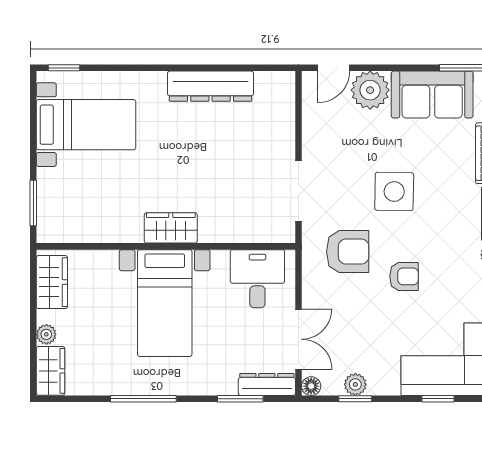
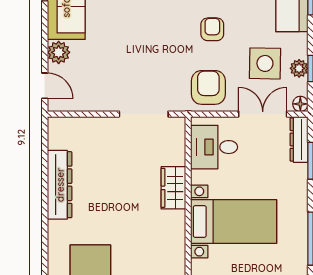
plant: (370, 90) -> (59, 52), width x0.73, depth x0.73
side table: (394, 192) -> (265, 63), moved
wardrobe: (171, 228) -> (173, 188), moved
armchair: (348, 252) -> (208, 87), moved

